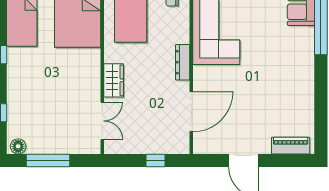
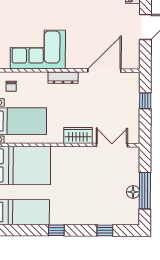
door: (191, 112) -> (104, 71), hinge flipped
floor lamp: (18, 146) -> (133, 192), moved

